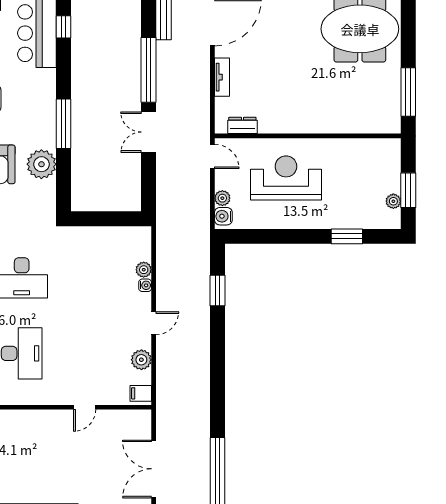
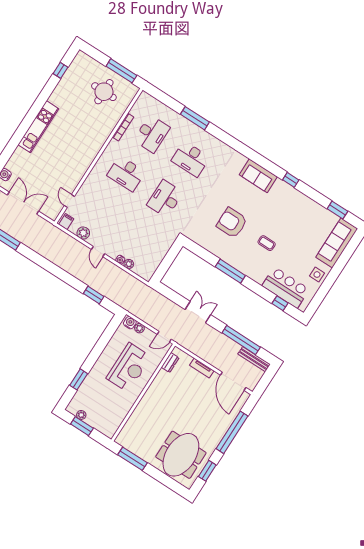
window: (149, 70) -> (241, 340), moved
plant: (41, 164) -> (217, 246), removed
door: (85, 407) -> (69, 201), moved

